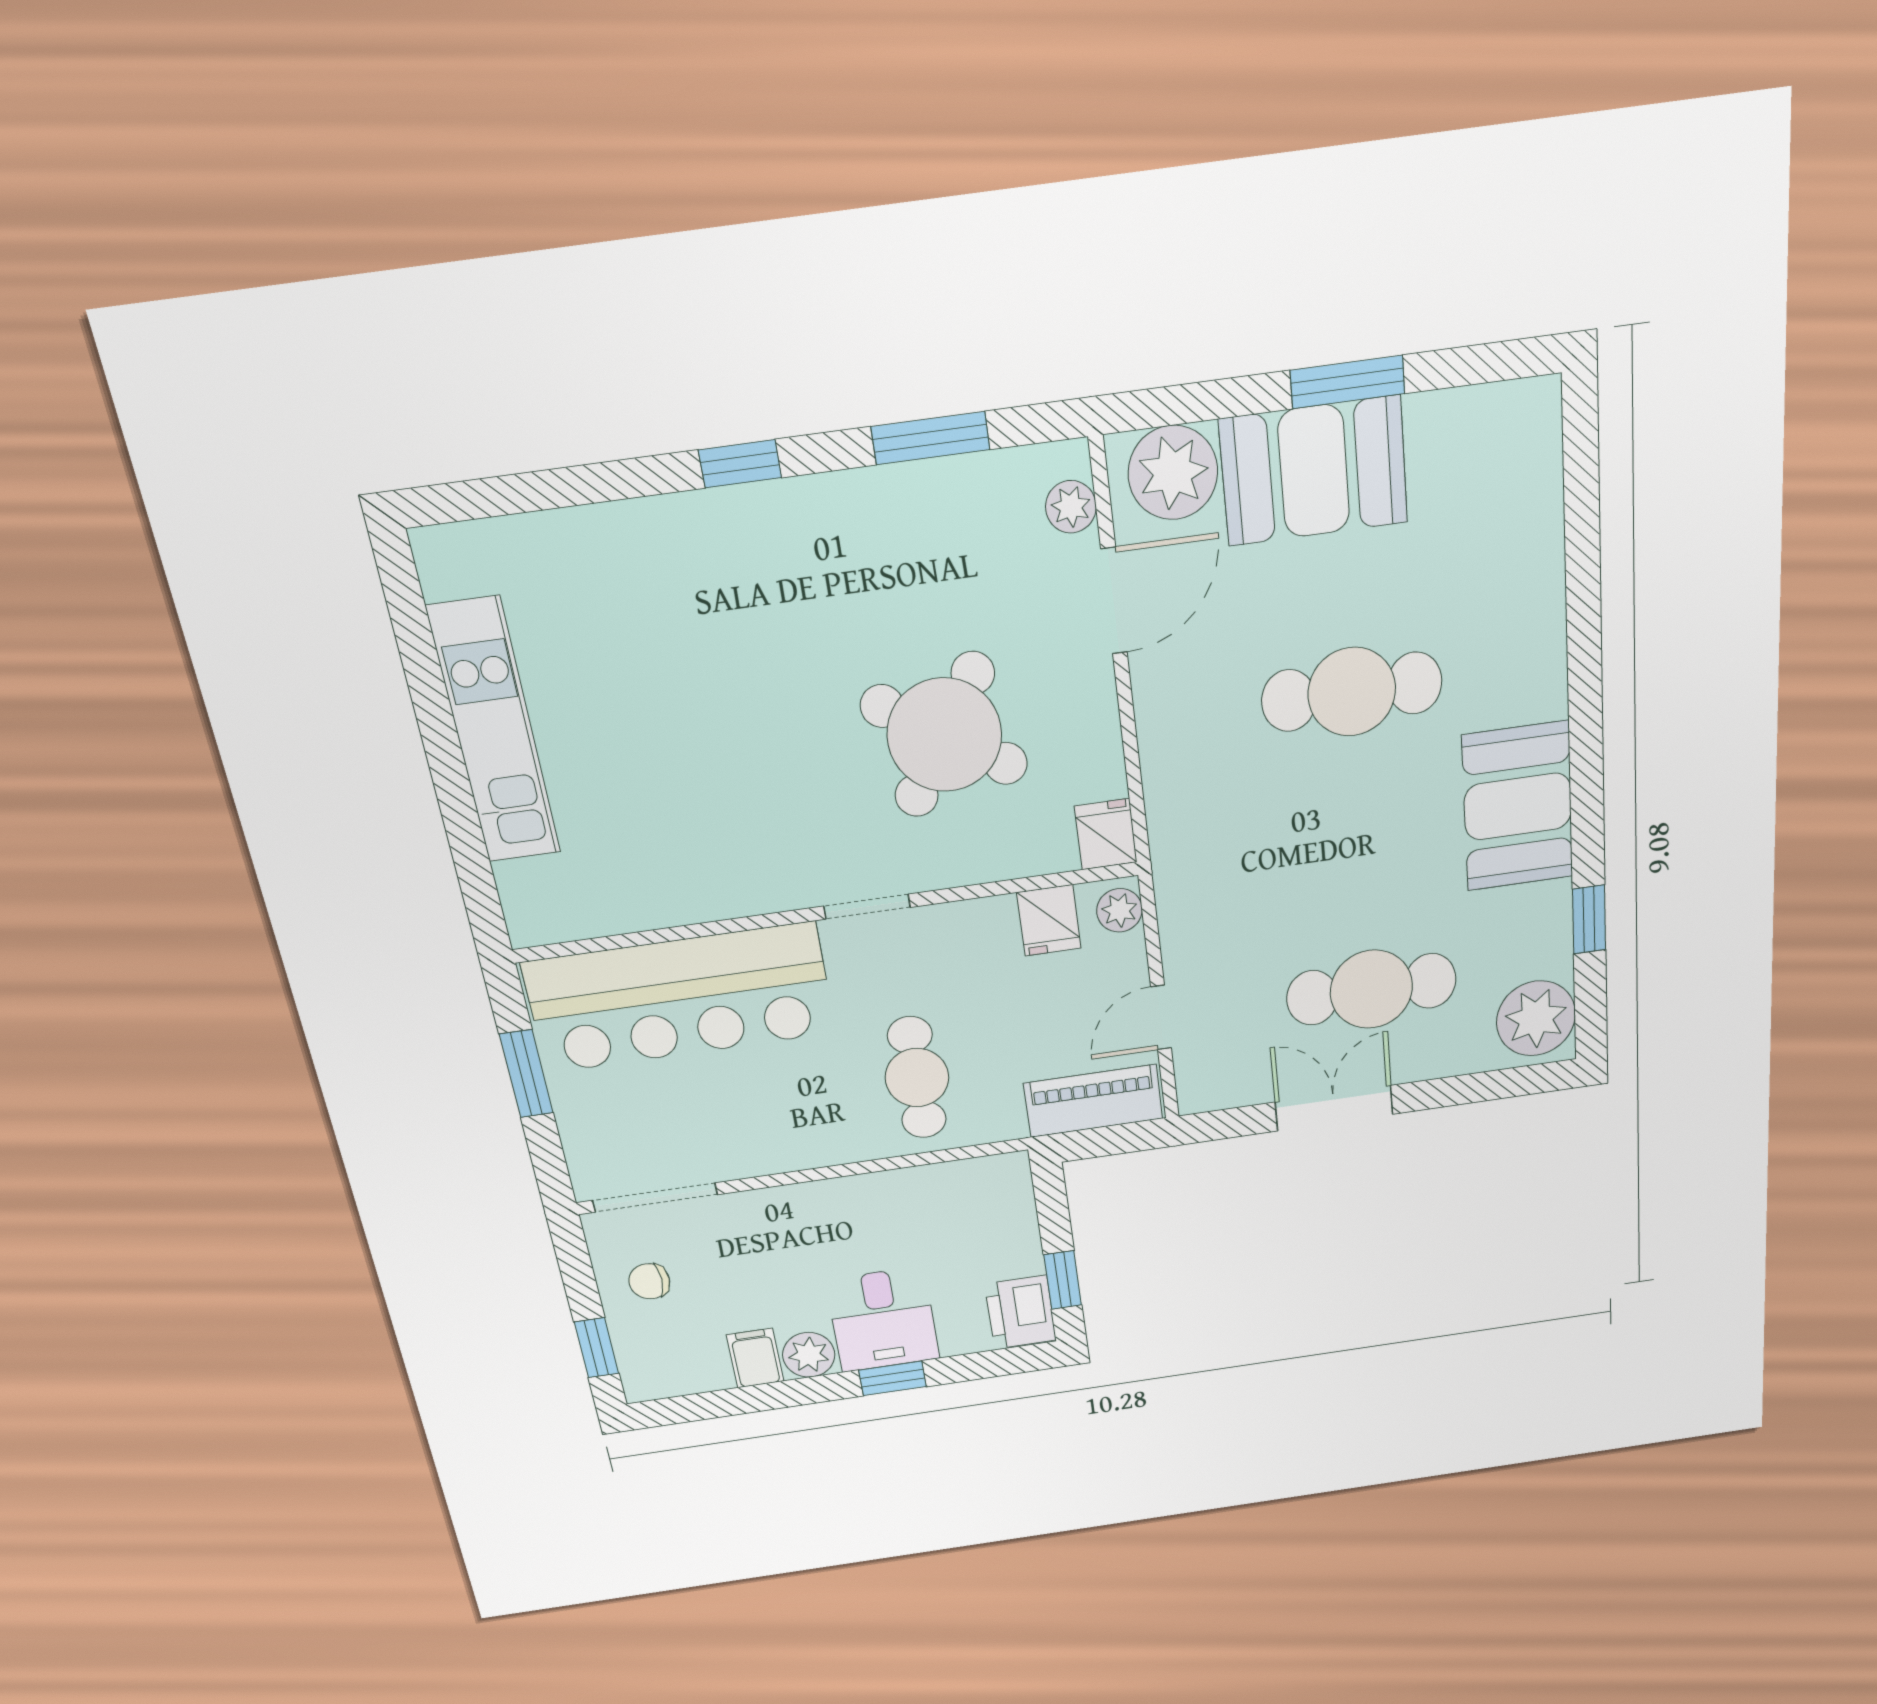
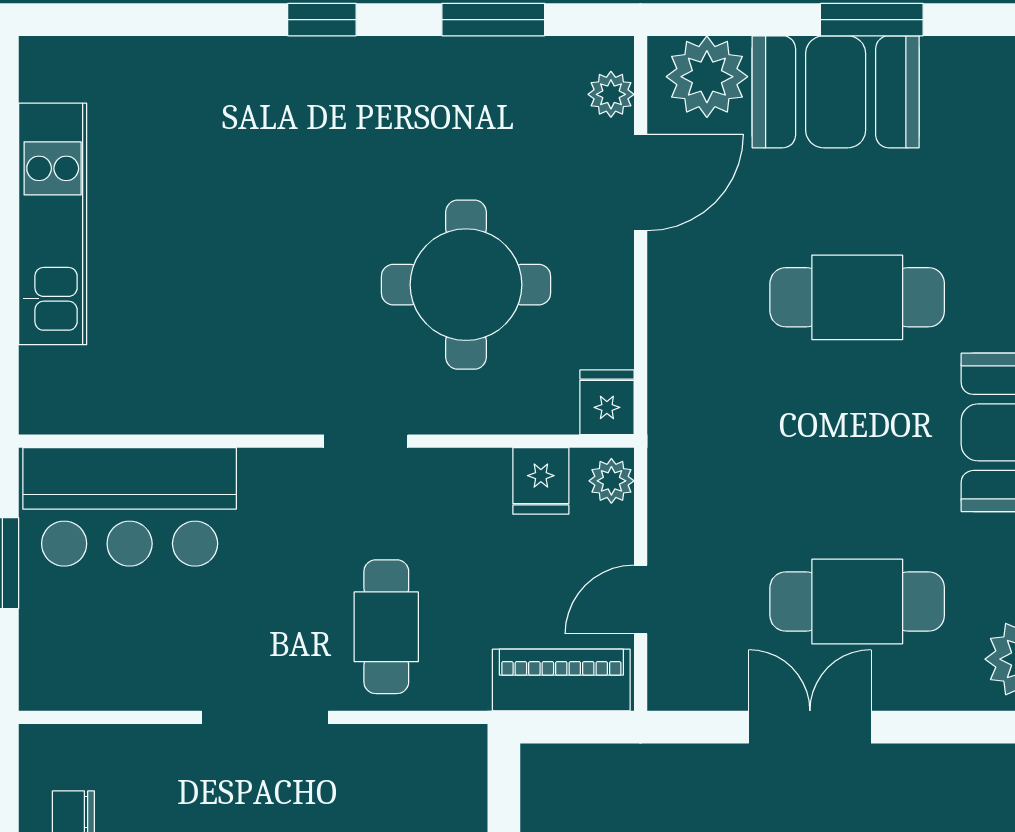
round table: (944, 735) -> (466, 285), turned -33
bar counter: (680, 998) -> (130, 507), width x0.73
doorway: (655, 1197) -> (265, 717), moved

